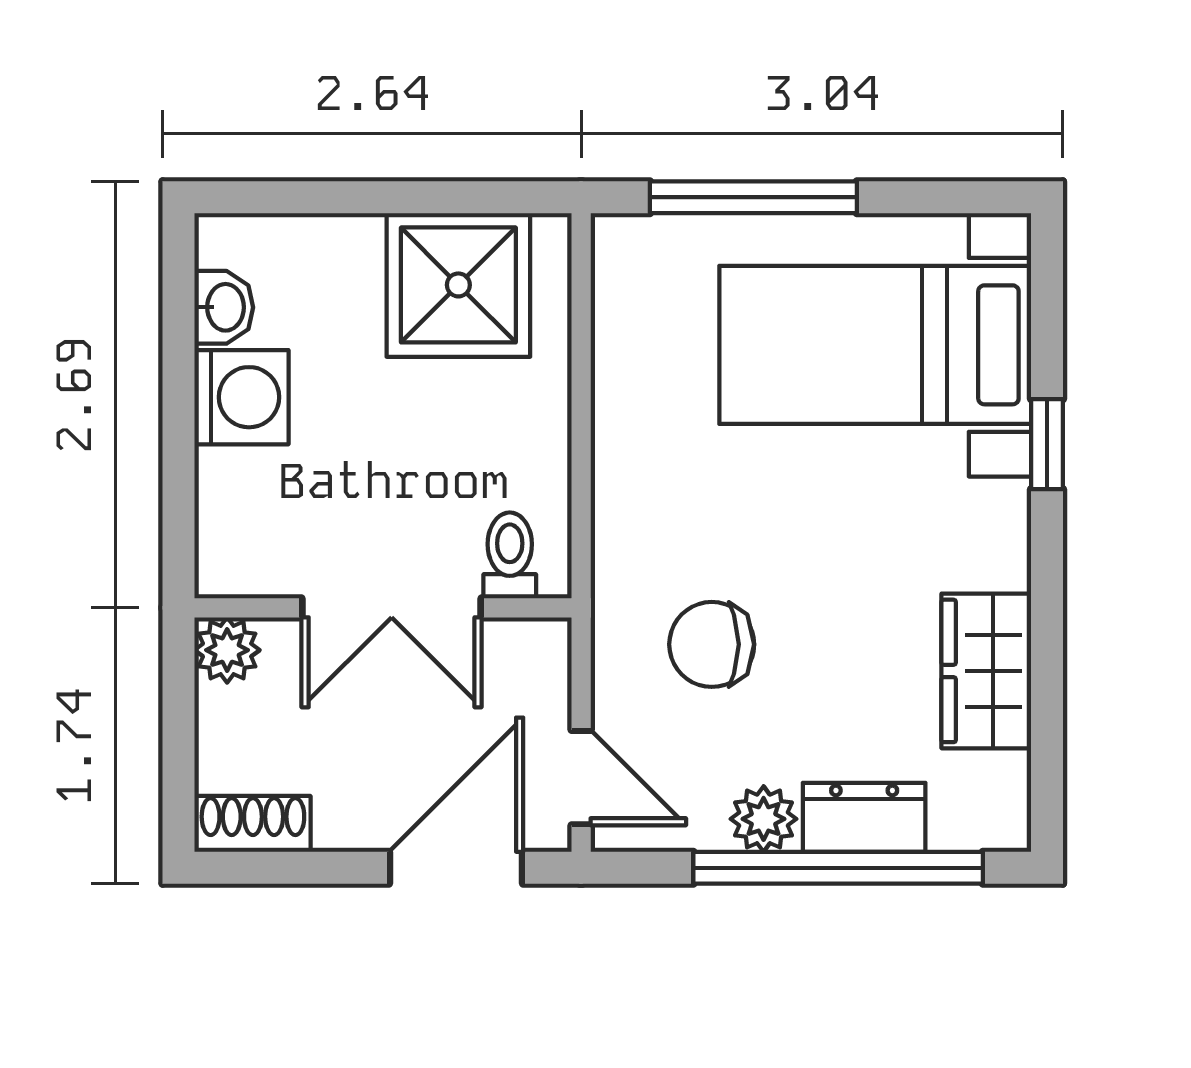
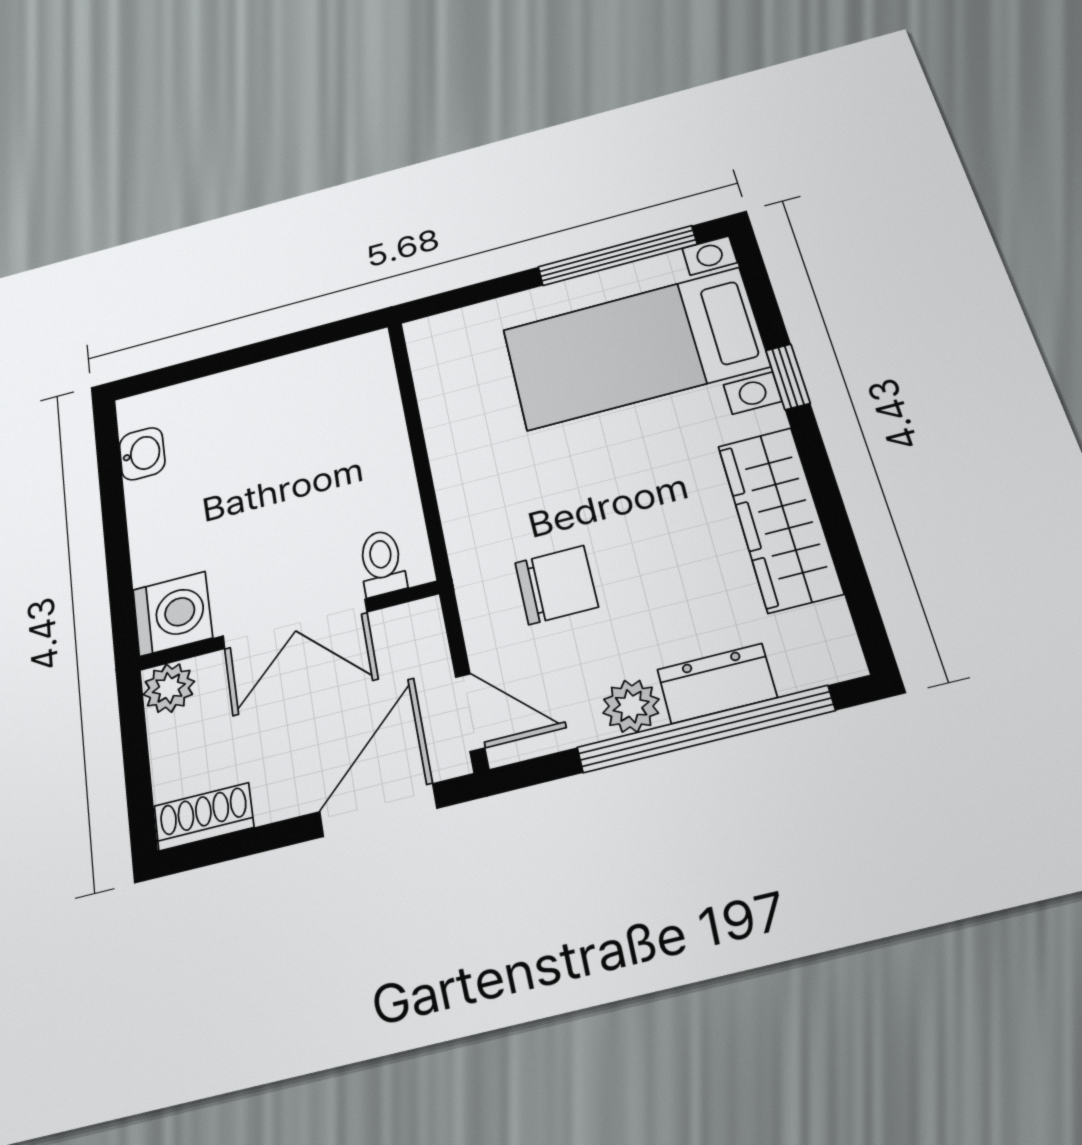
window: (753, 197) -> (617, 256), moved
shower: (458, 285) -> (312, 394), removed
washing machine: (241, 397) -> (173, 614), moved
chair: (712, 644) -> (556, 585), turned 180
wardrobe: (986, 671) -> (780, 518), width x1.50

